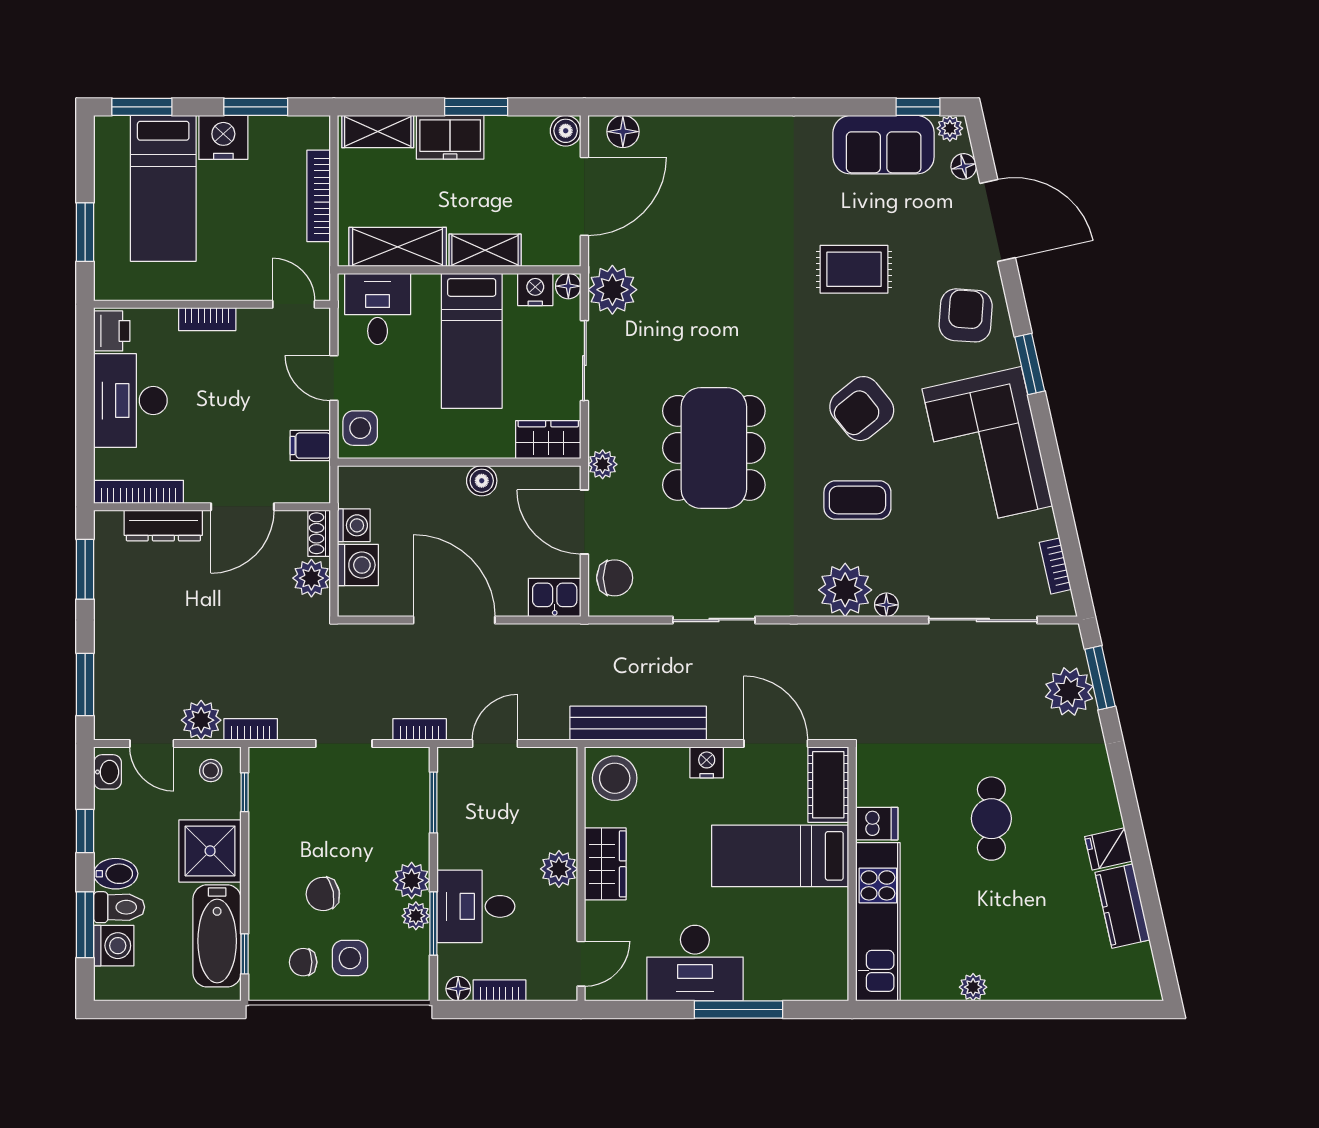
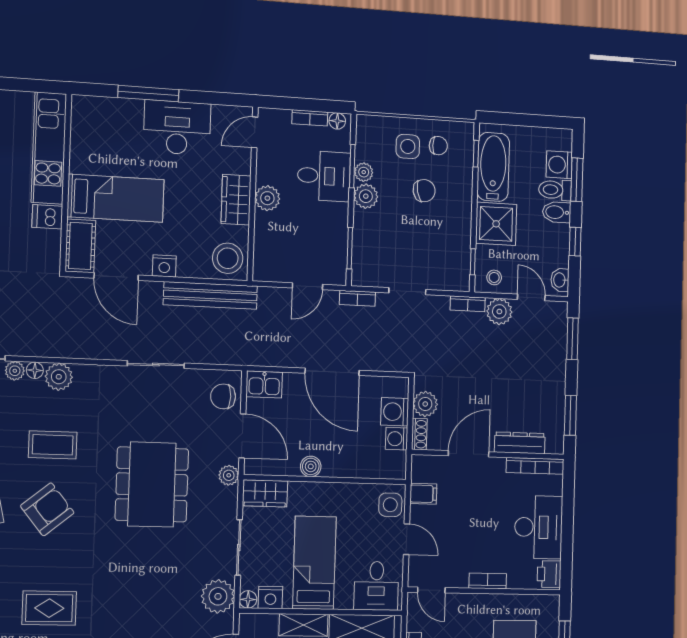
plant: (845, 590) -> (59, 377), width x0.73, depth x0.73
plant: (914, 603) -> (15, 371), added

